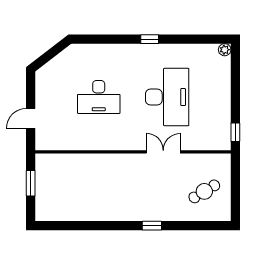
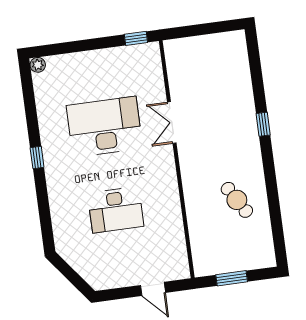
desk: (99, 97) -> (116, 210), turned 90
cafe table: (204, 191) -> (237, 200), moved

